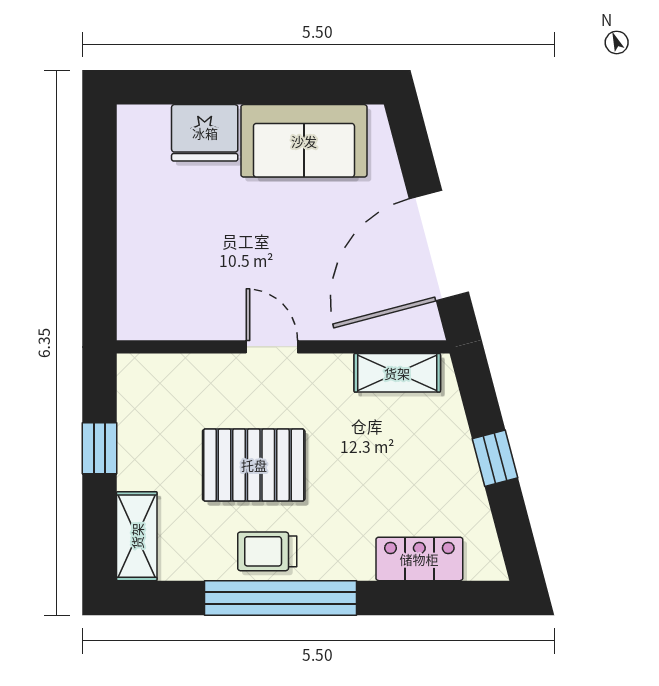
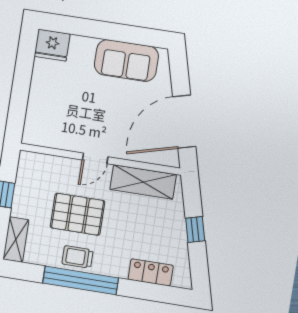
fridge: (205, 133) -> (52, 45), moved
door: (272, 347) -> (95, 158), swing flipped
shelving: (397, 373) -> (143, 182), width x1.50, depth x1.33

